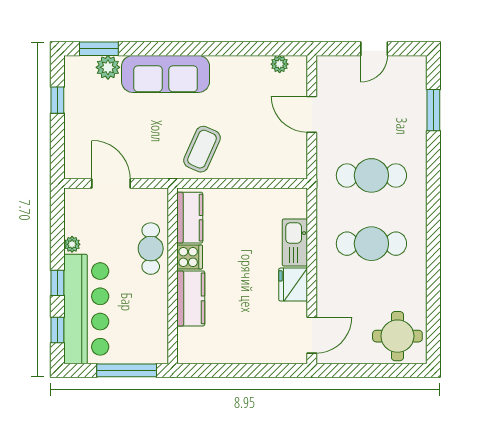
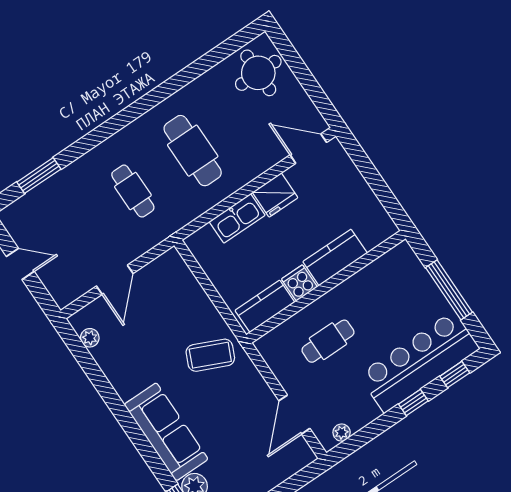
cafe table: (371, 175) -> (133, 191), width x0.73, depth x0.74
kitchen counter: (190, 218) -> (265, 306), moved
plant: (72, 244) -> (342, 433), moved
cooker: (190, 257) -> (299, 283), moved
wall: (173, 276) -> (326, 287), moved
kitchen counter: (191, 298) -> (335, 257), moved

